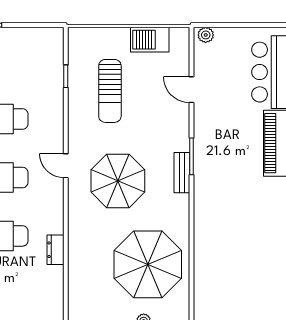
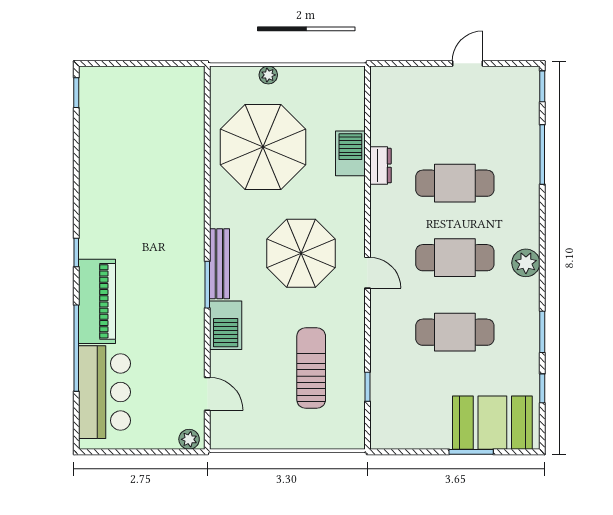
barbecue: (150, 40) -> (226, 325), moved, turned 90
door: (191, 90) -> (207, 394), moved
bench: (182, 173) -> (220, 264), width x1.36
barbecue: (79, 259) -> (350, 153), added

